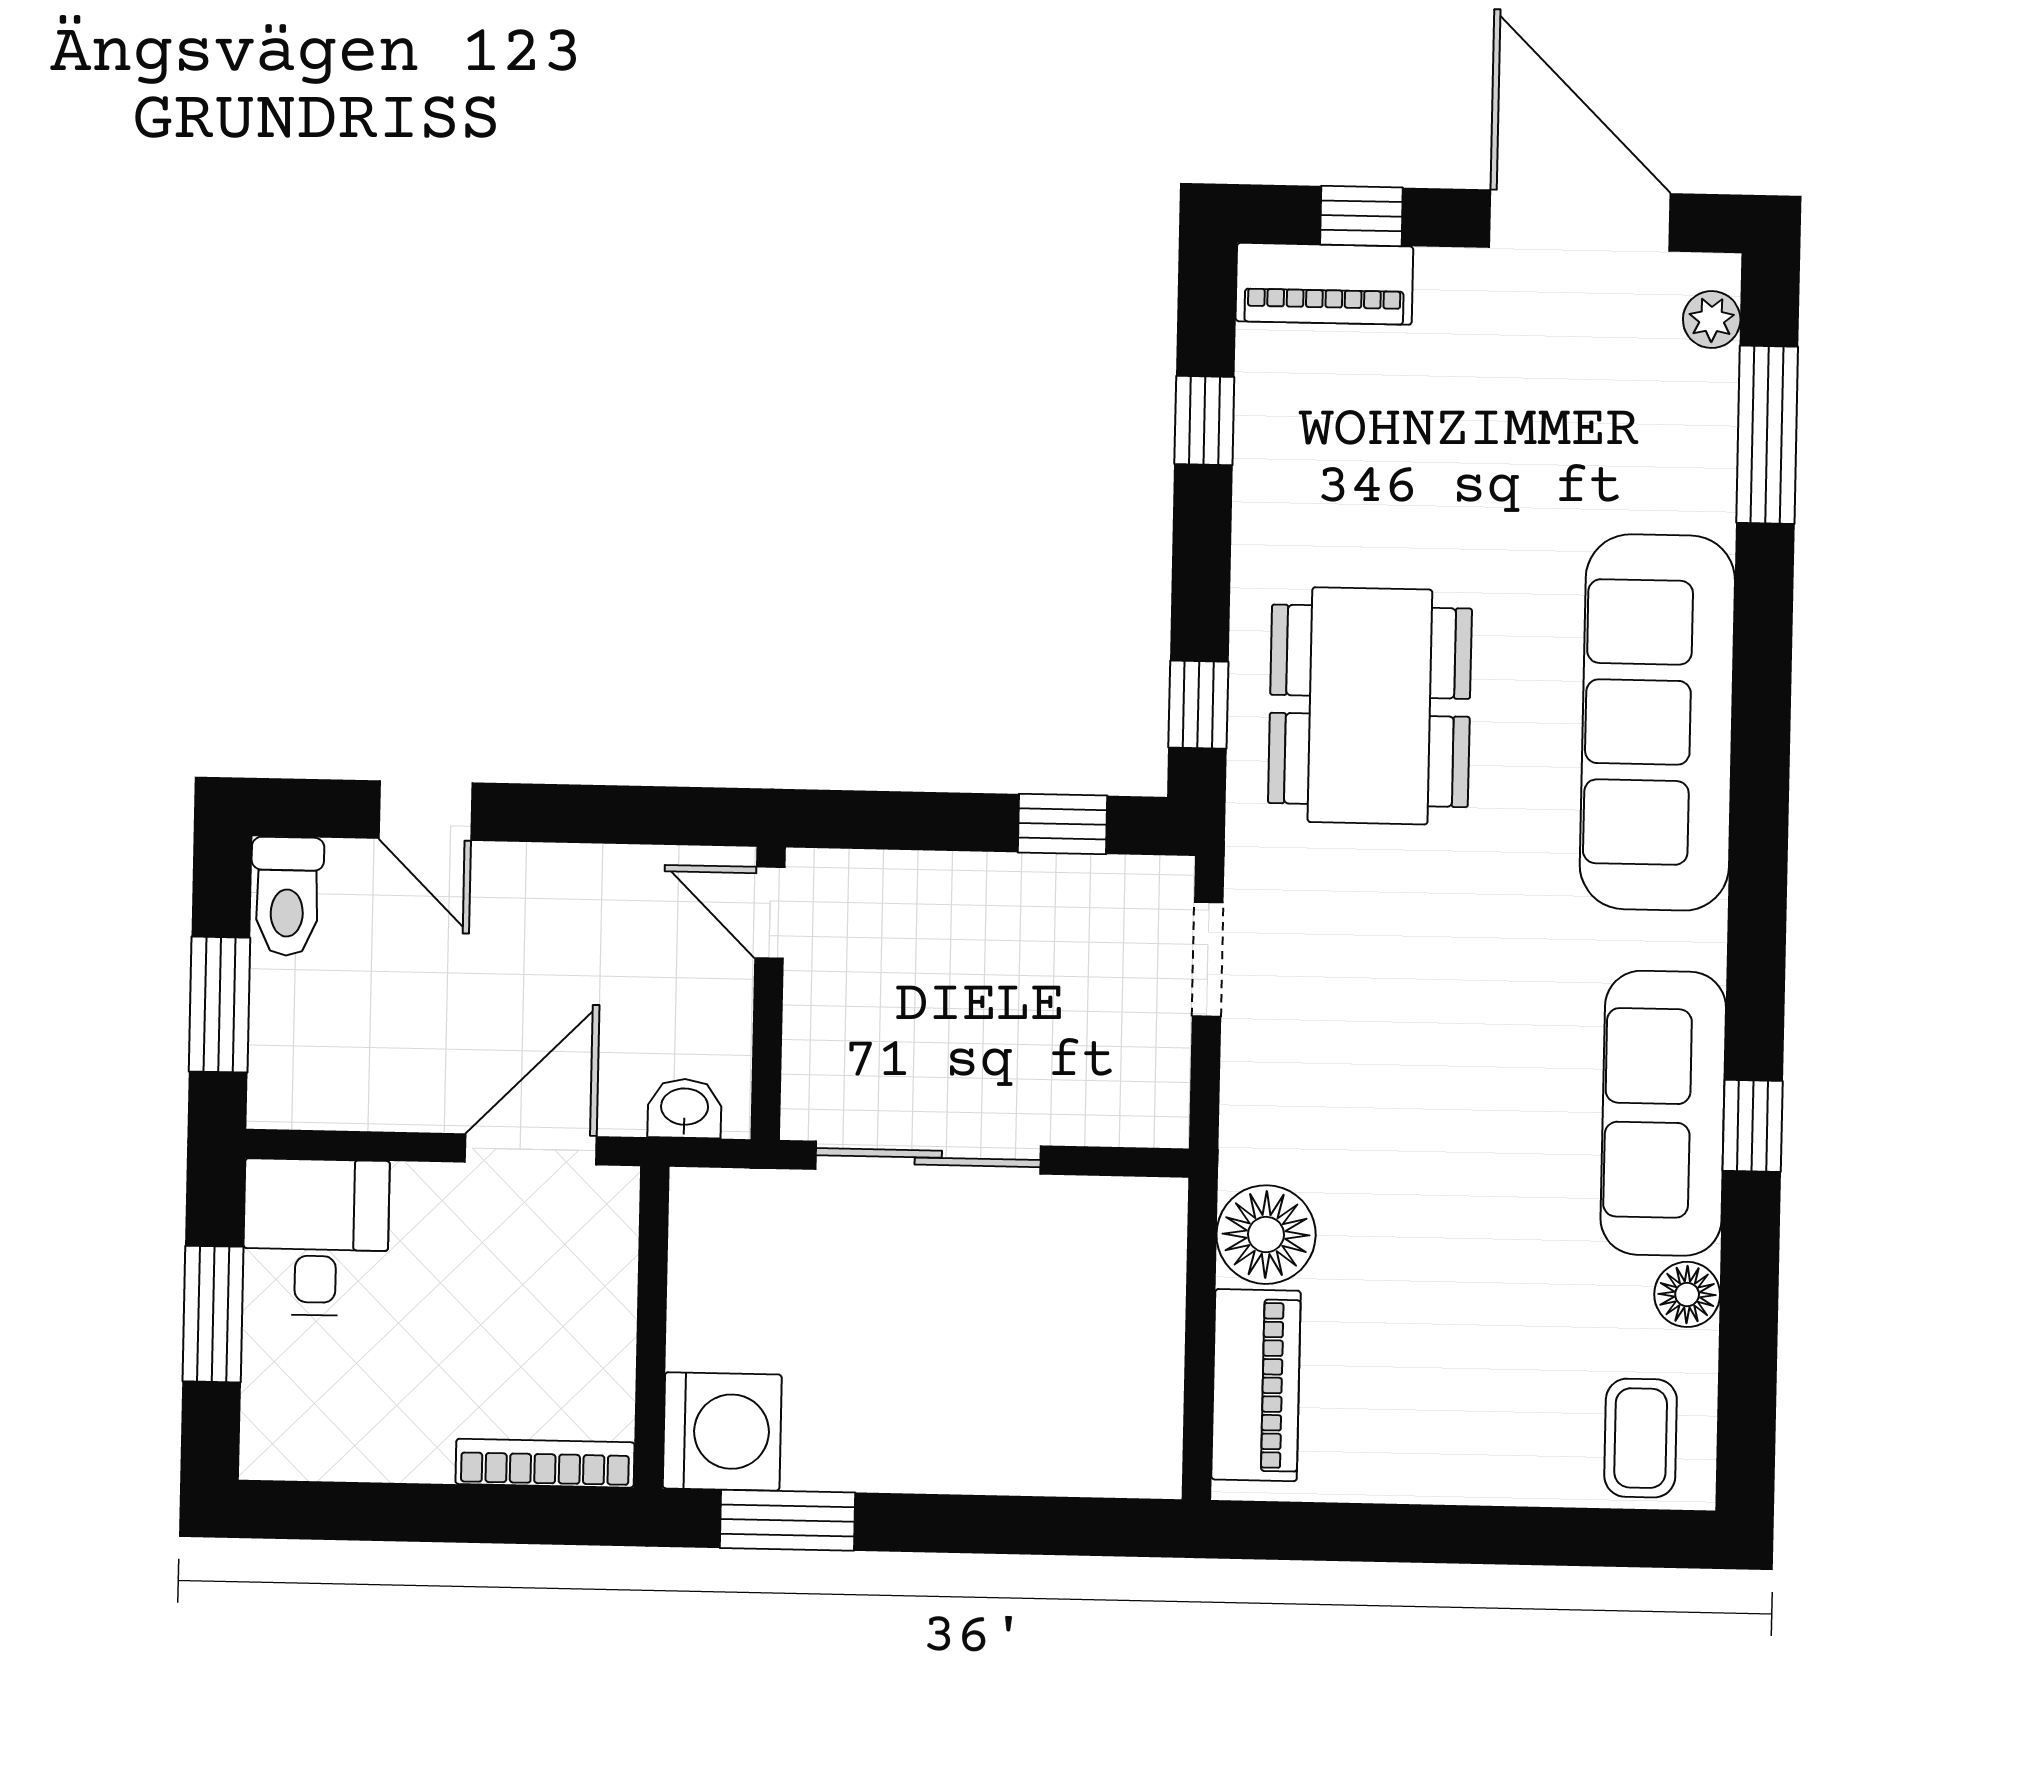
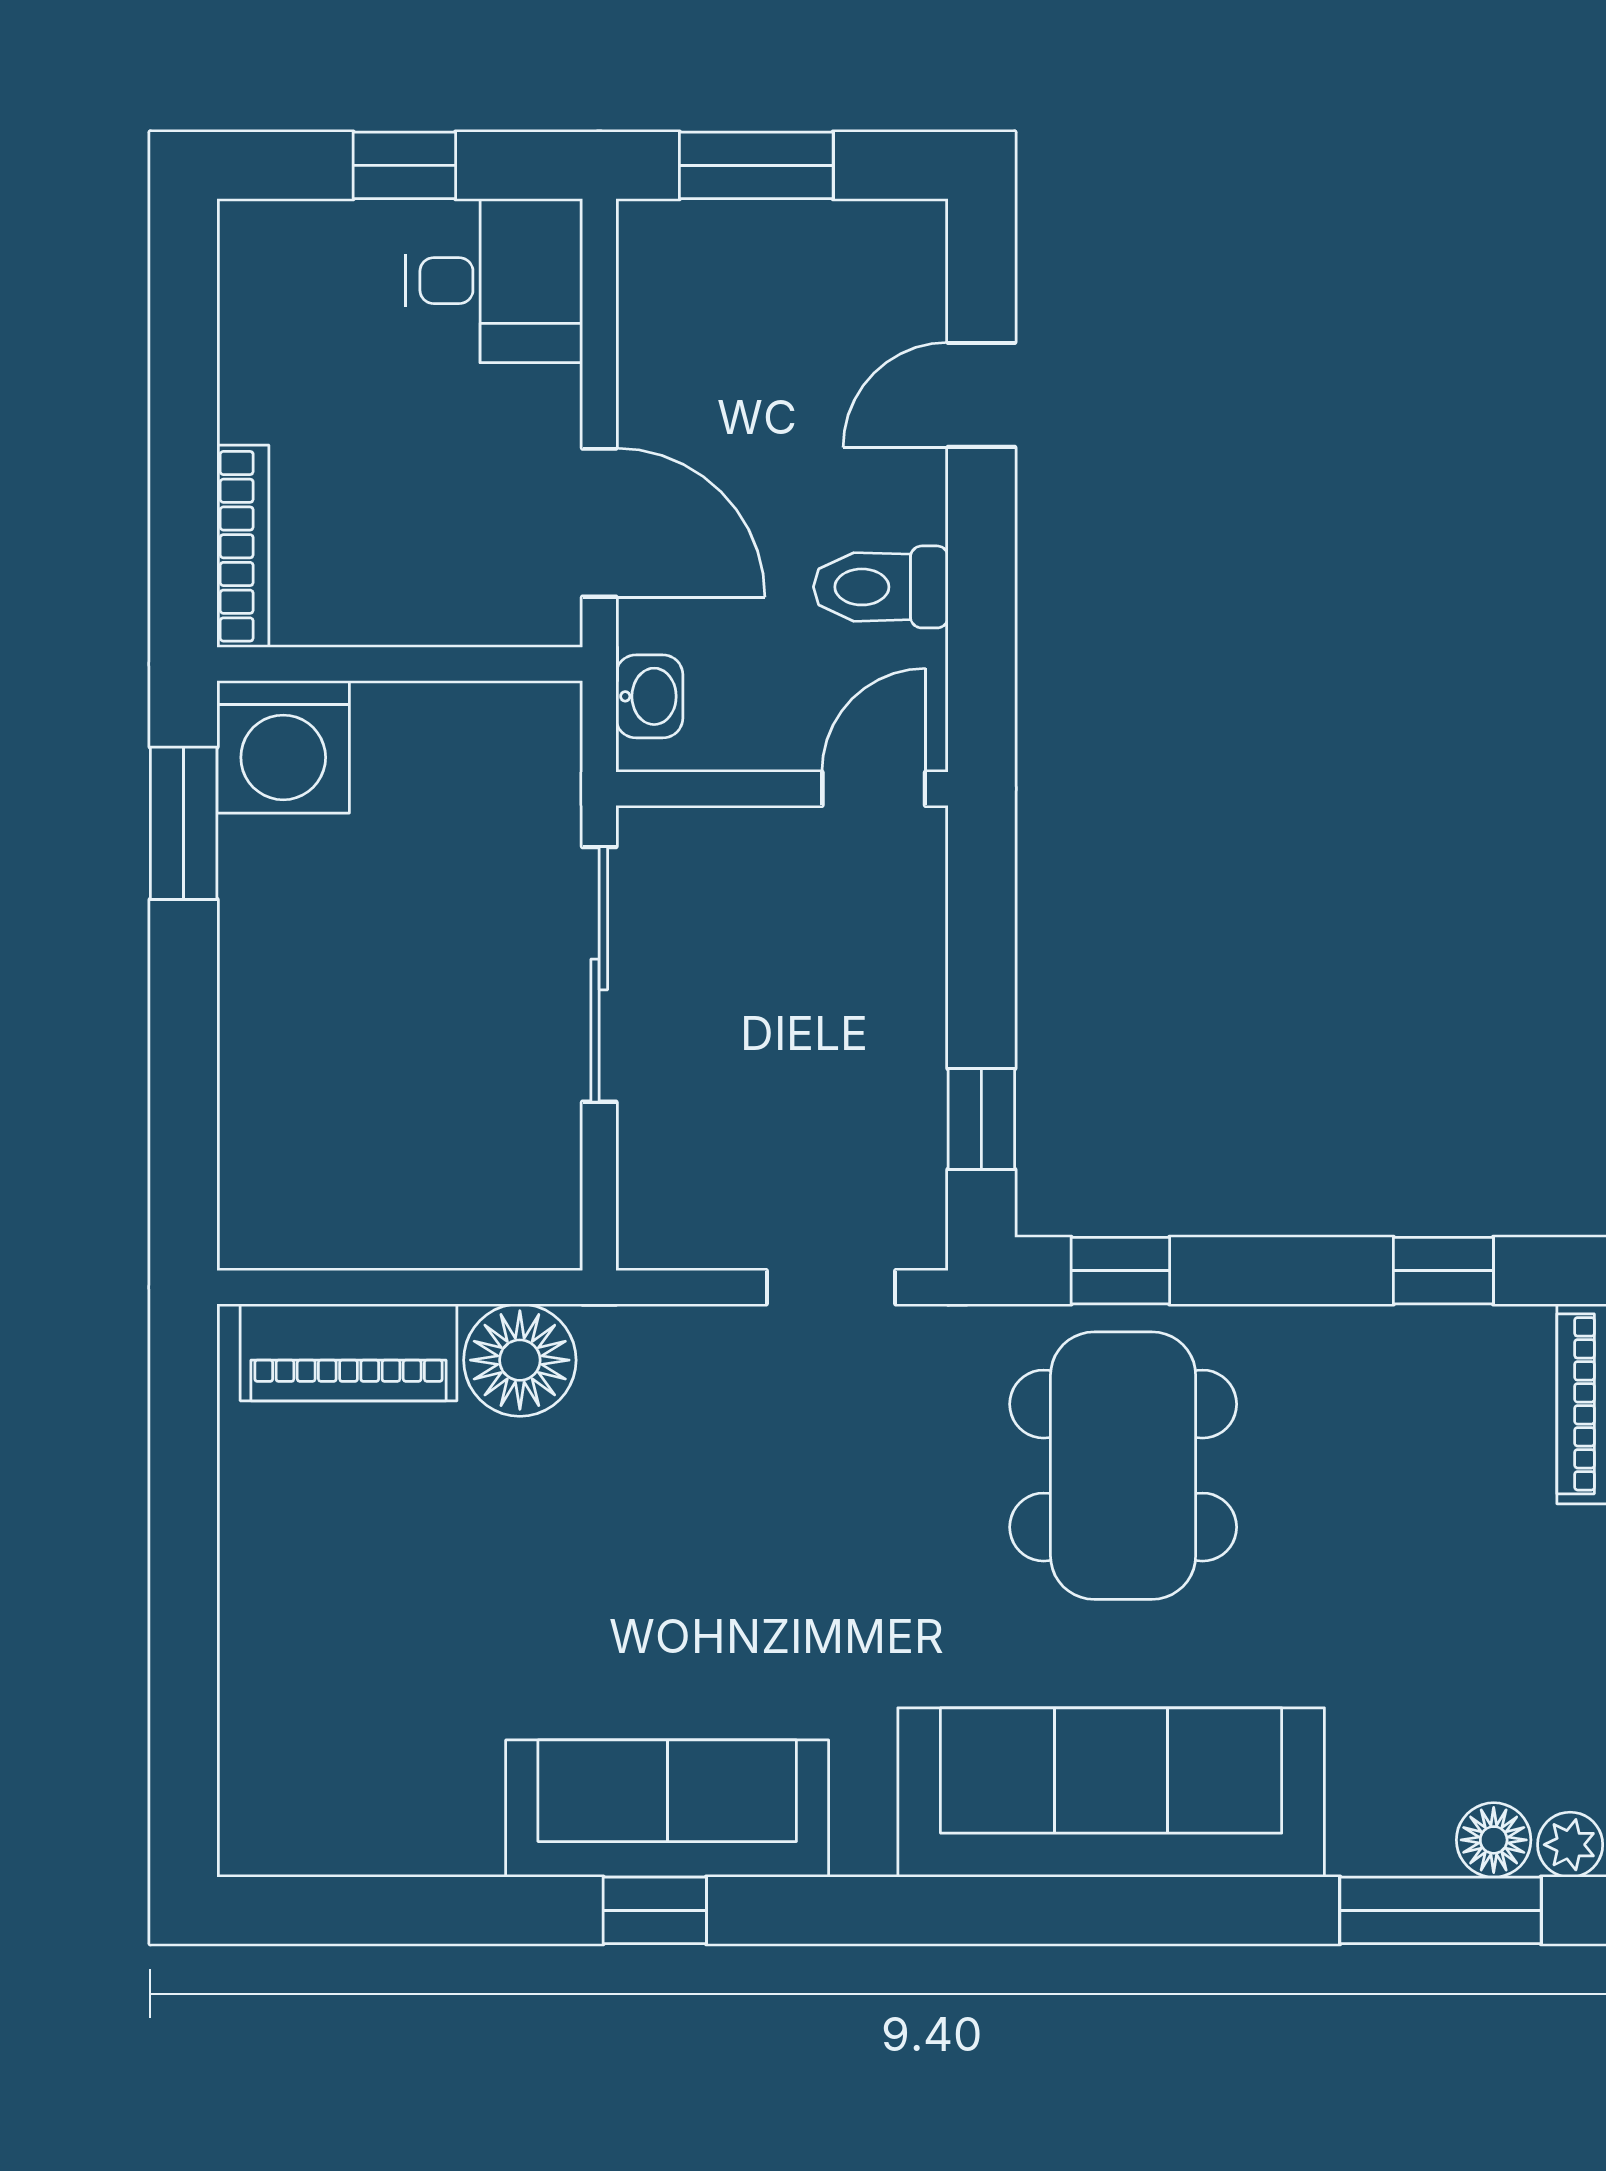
dining table: (1370, 706) -> (1123, 1466), turned 90
toilet: (287, 896) -> (881, 587), moved
floor lamp: (1687, 1294) -> (1494, 1840), moved
window: (213, 1314) -> (404, 165), width x0.67
coffee table: (1641, 1438) -> (297, 1791), removed

